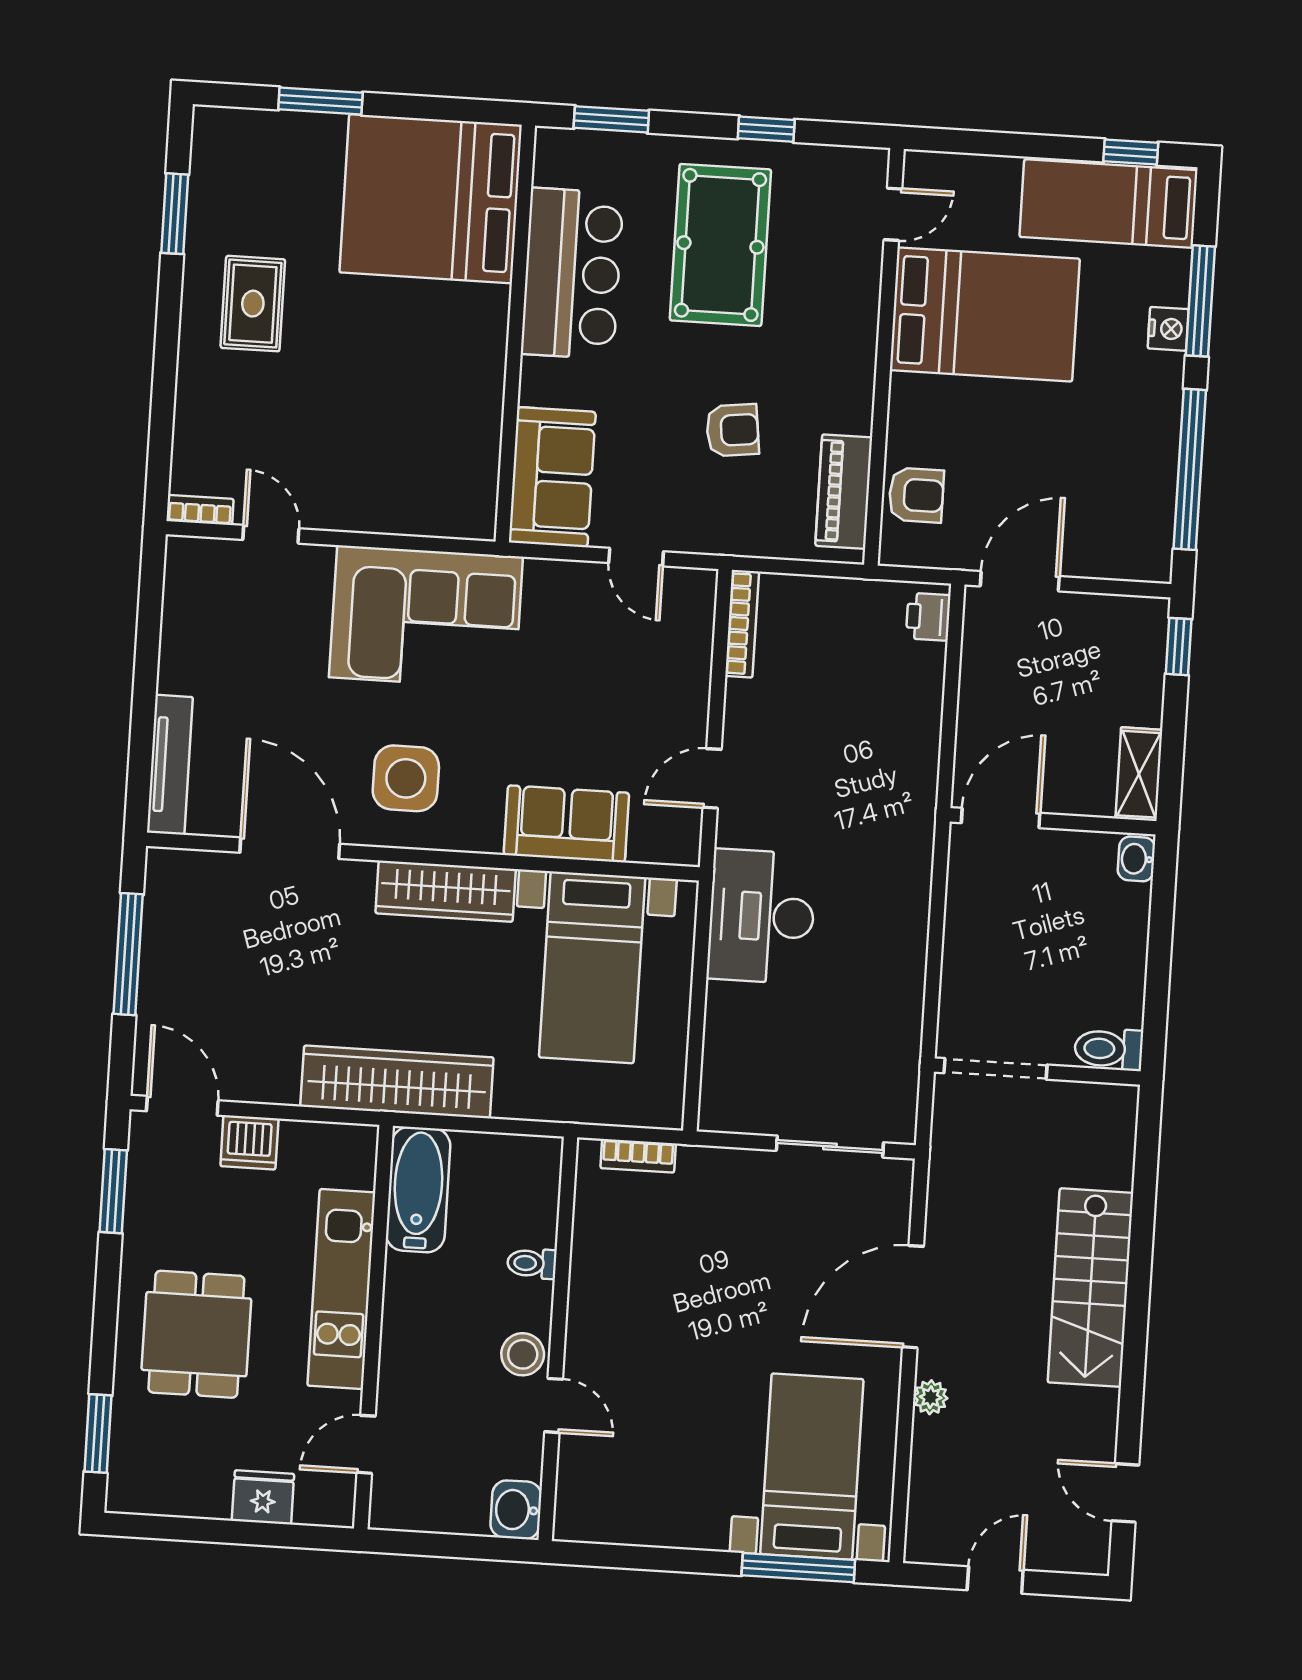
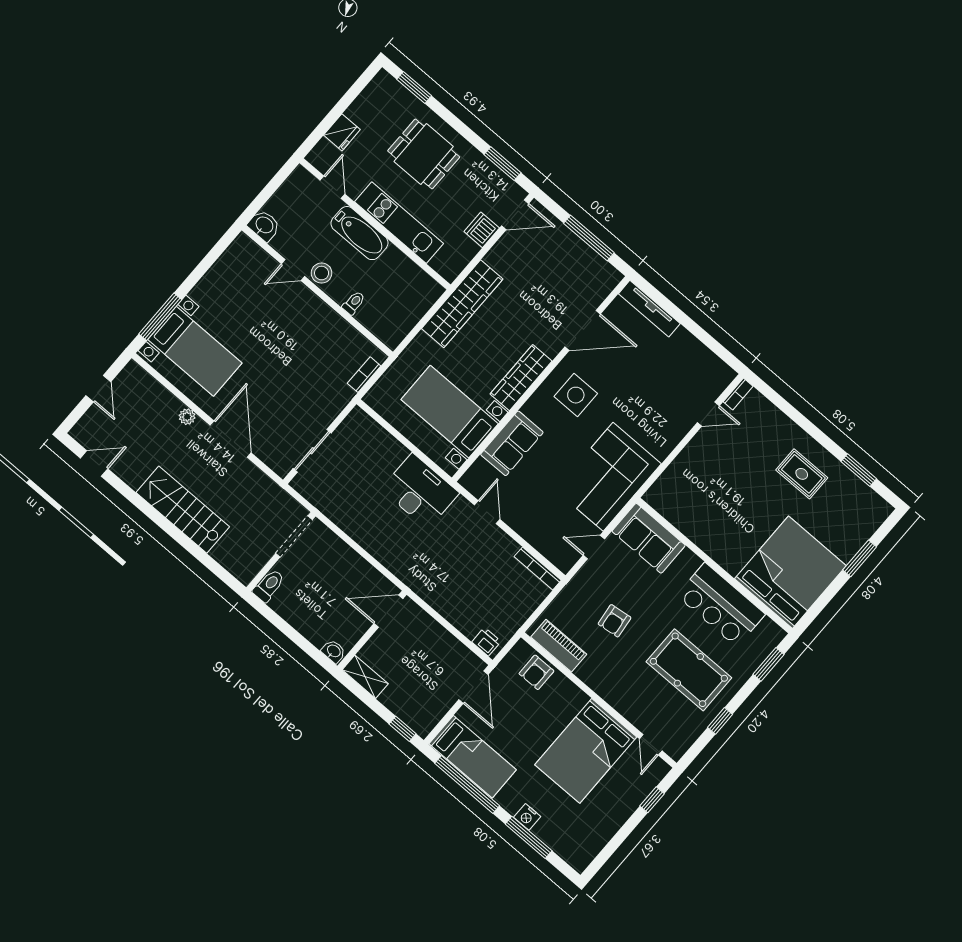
window: (1131, 152) -> (652, 800), moved
bed: (1108, 203) -> (473, 757), moved, turned 90
corner sofa: (426, 617) -> (608, 477), moved
door: (1001, 818) -> (388, 611), swing flipped
bathtub: (418, 1190) -> (360, 233), moved

